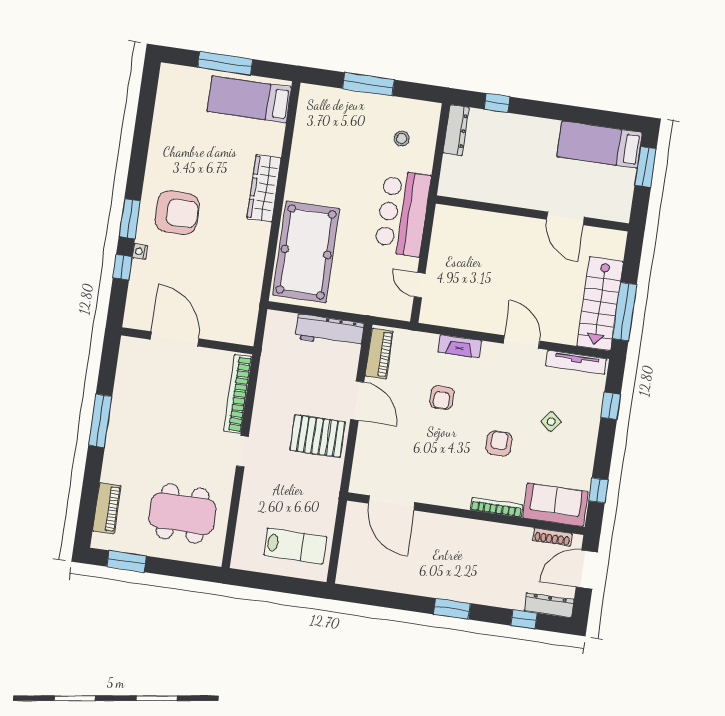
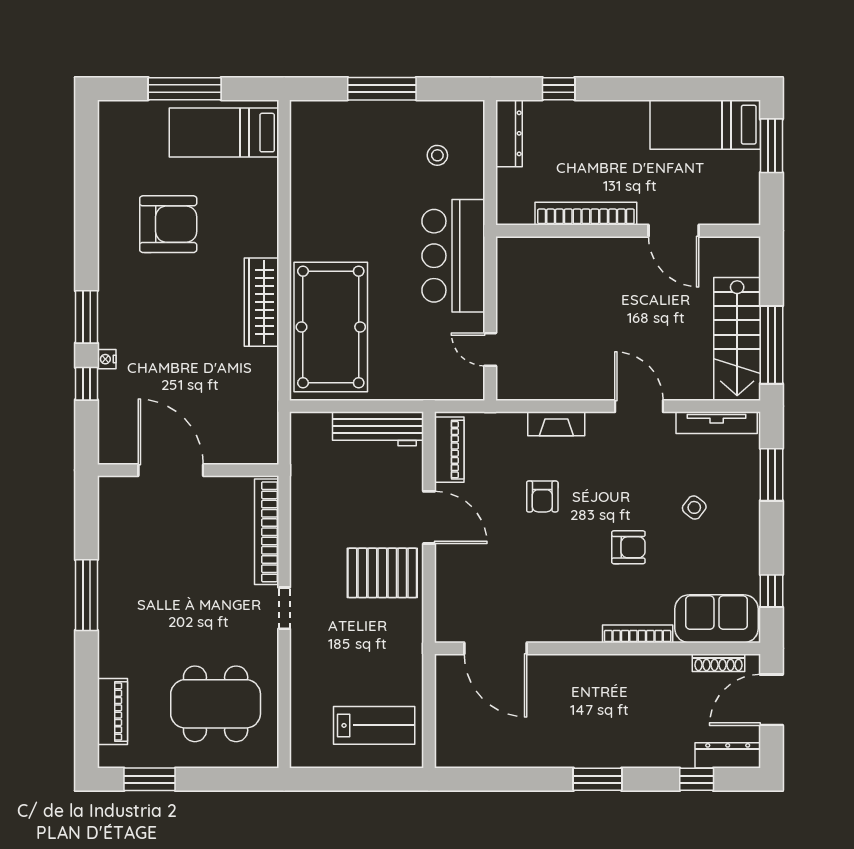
wardrobe: (264, 188) -> (261, 302), moved
bookcase: (504, 197) -> (586, 214), added
armchair: (177, 213) -> (168, 224), moved
window: (611, 406) -> (771, 475), width x1.50
armchair: (499, 444) -> (628, 547), turned 90

